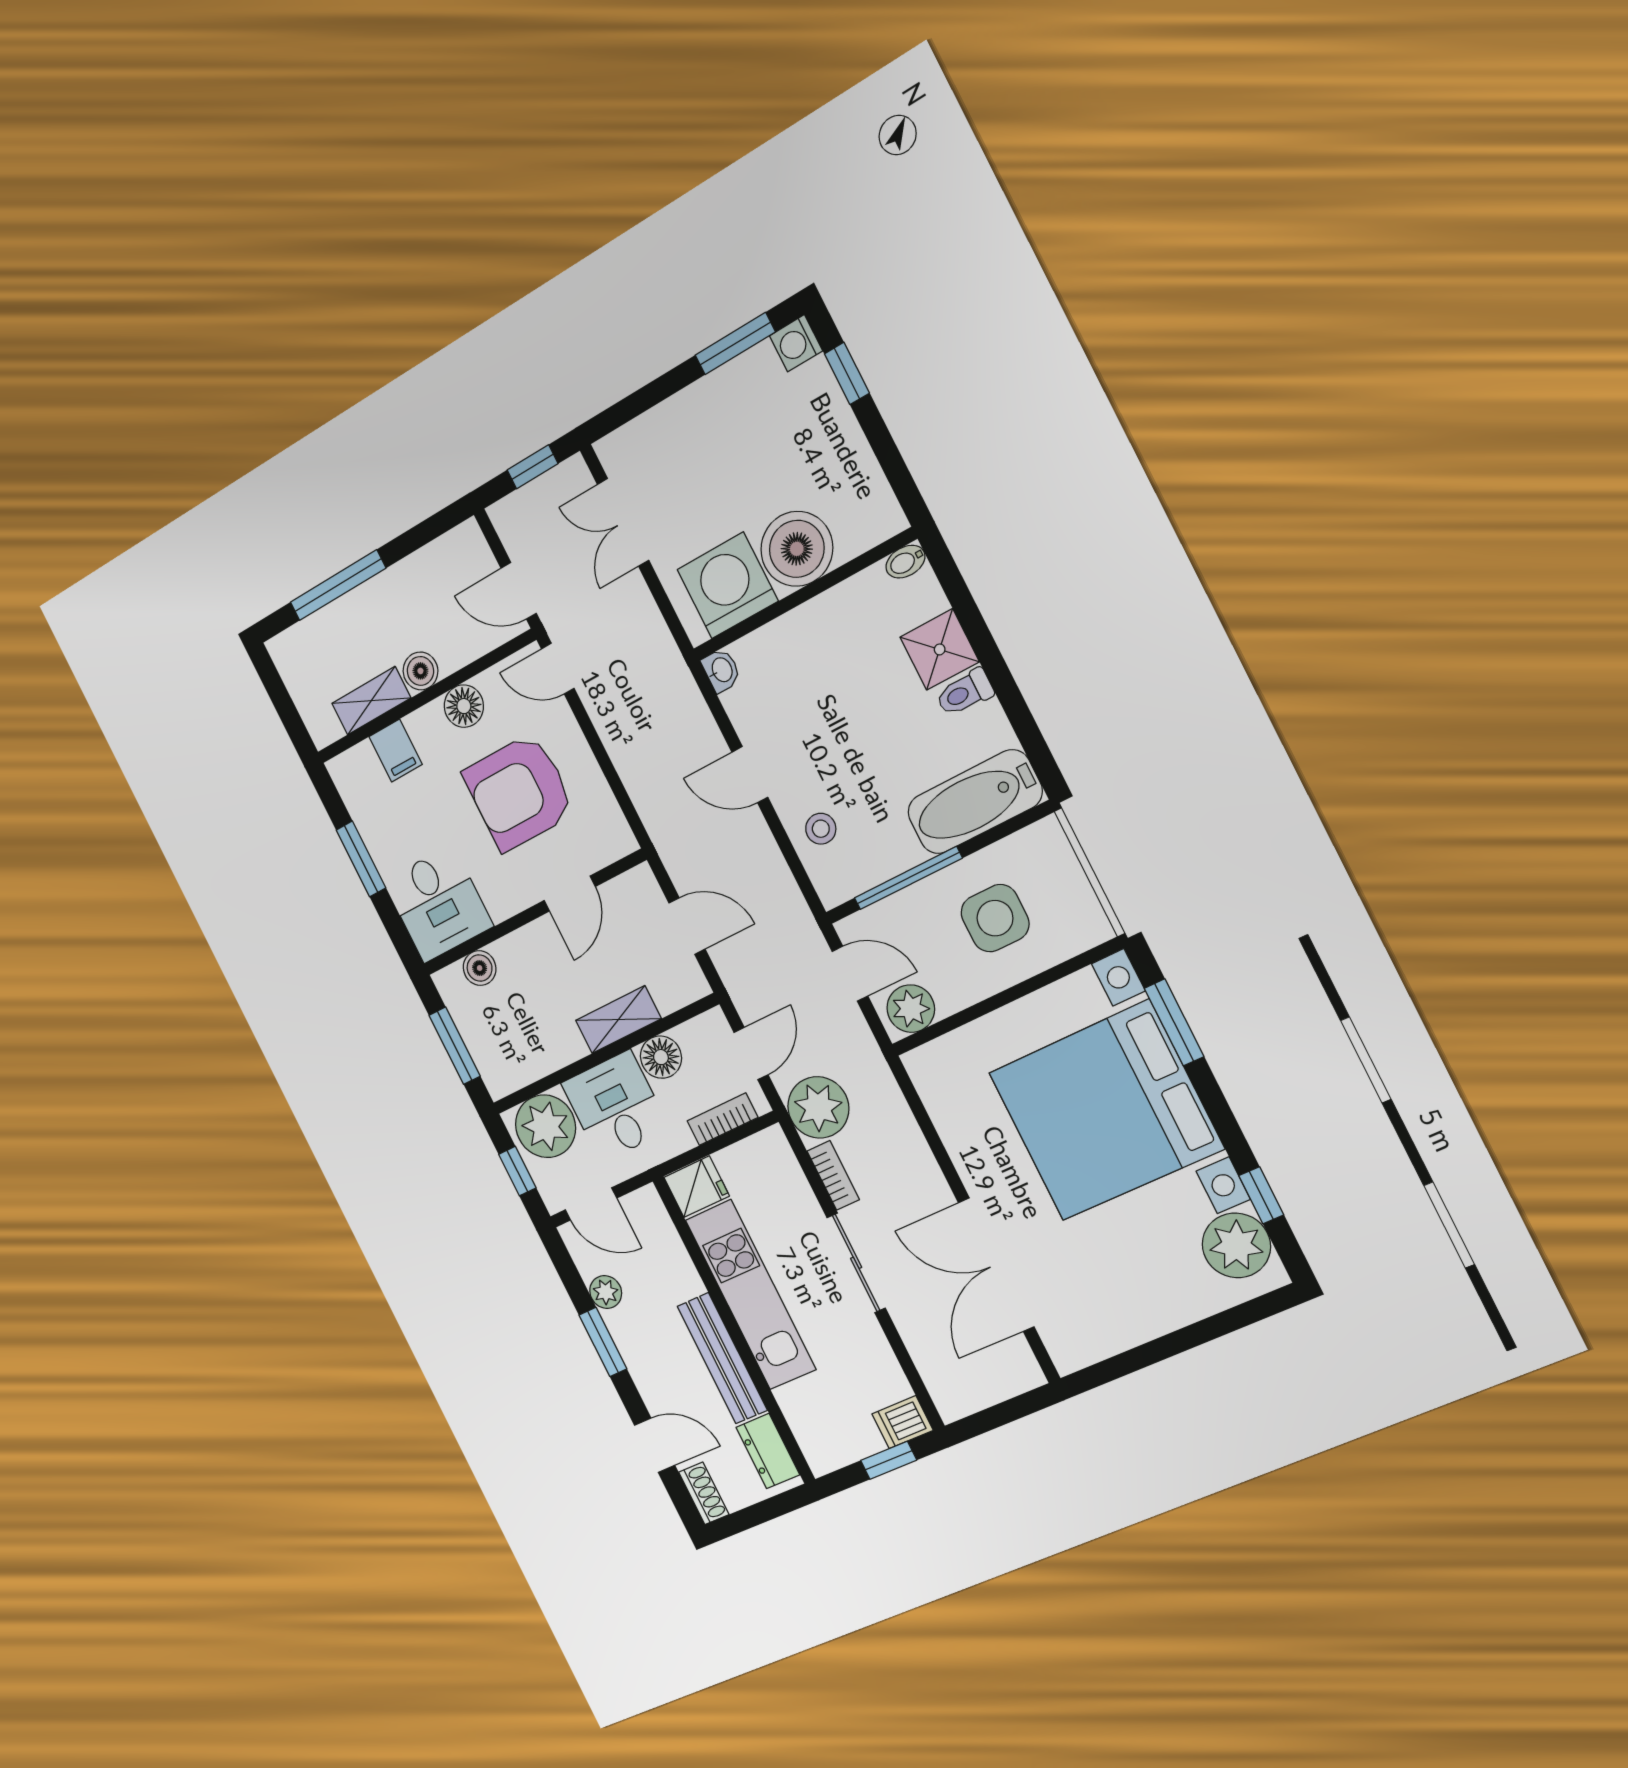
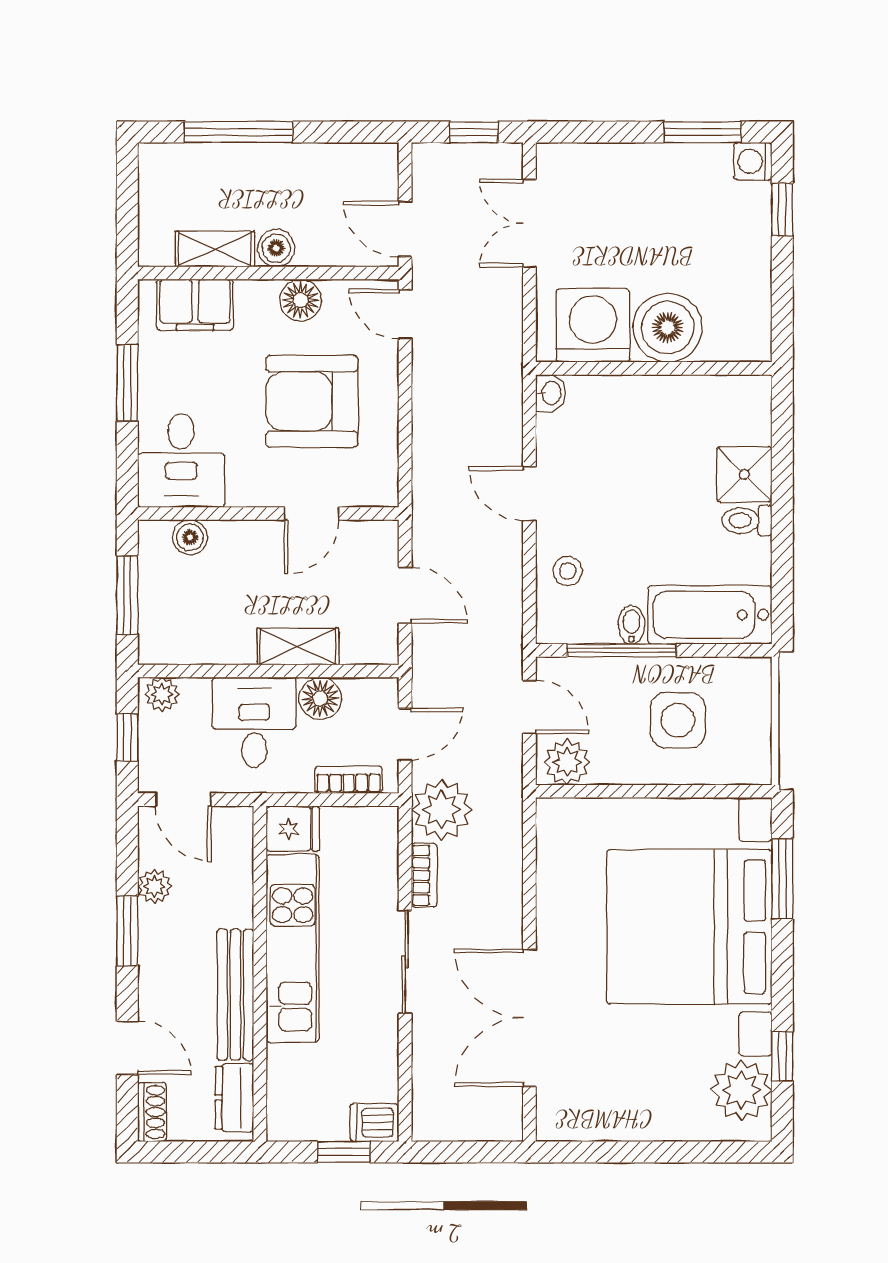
bidet: (905, 562) -> (631, 625), moved, turned 90
filing cabinet: (396, 751) -> (195, 305), width x2.00
plant: (546, 1126) -> (162, 694), width x0.53, depth x0.53

